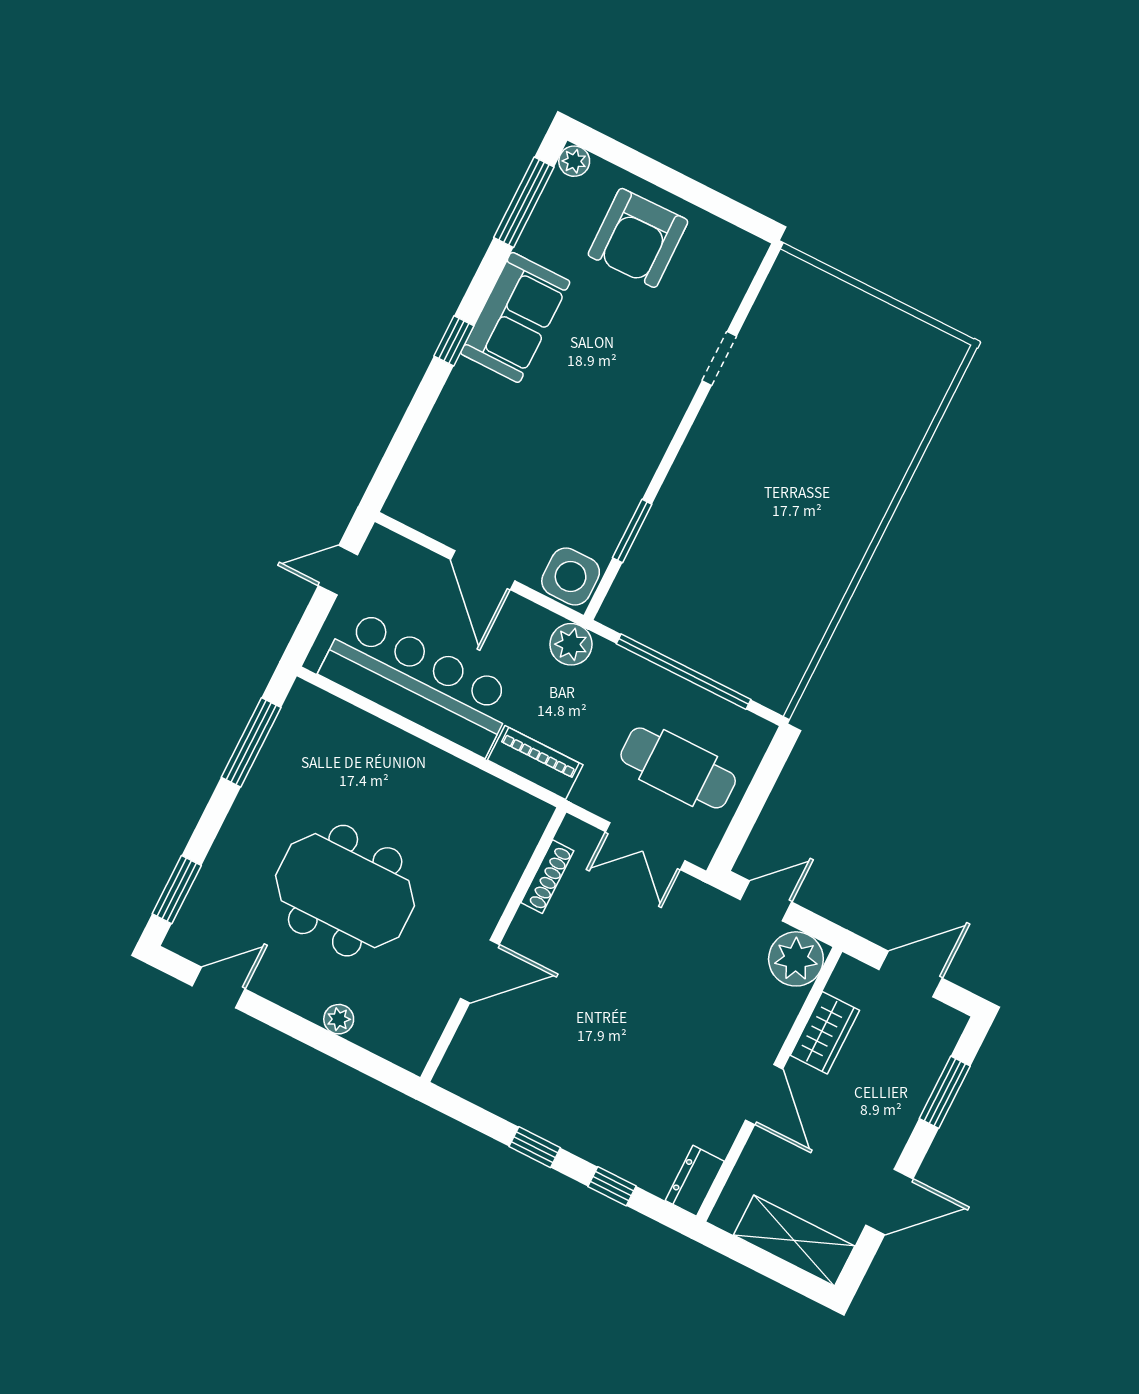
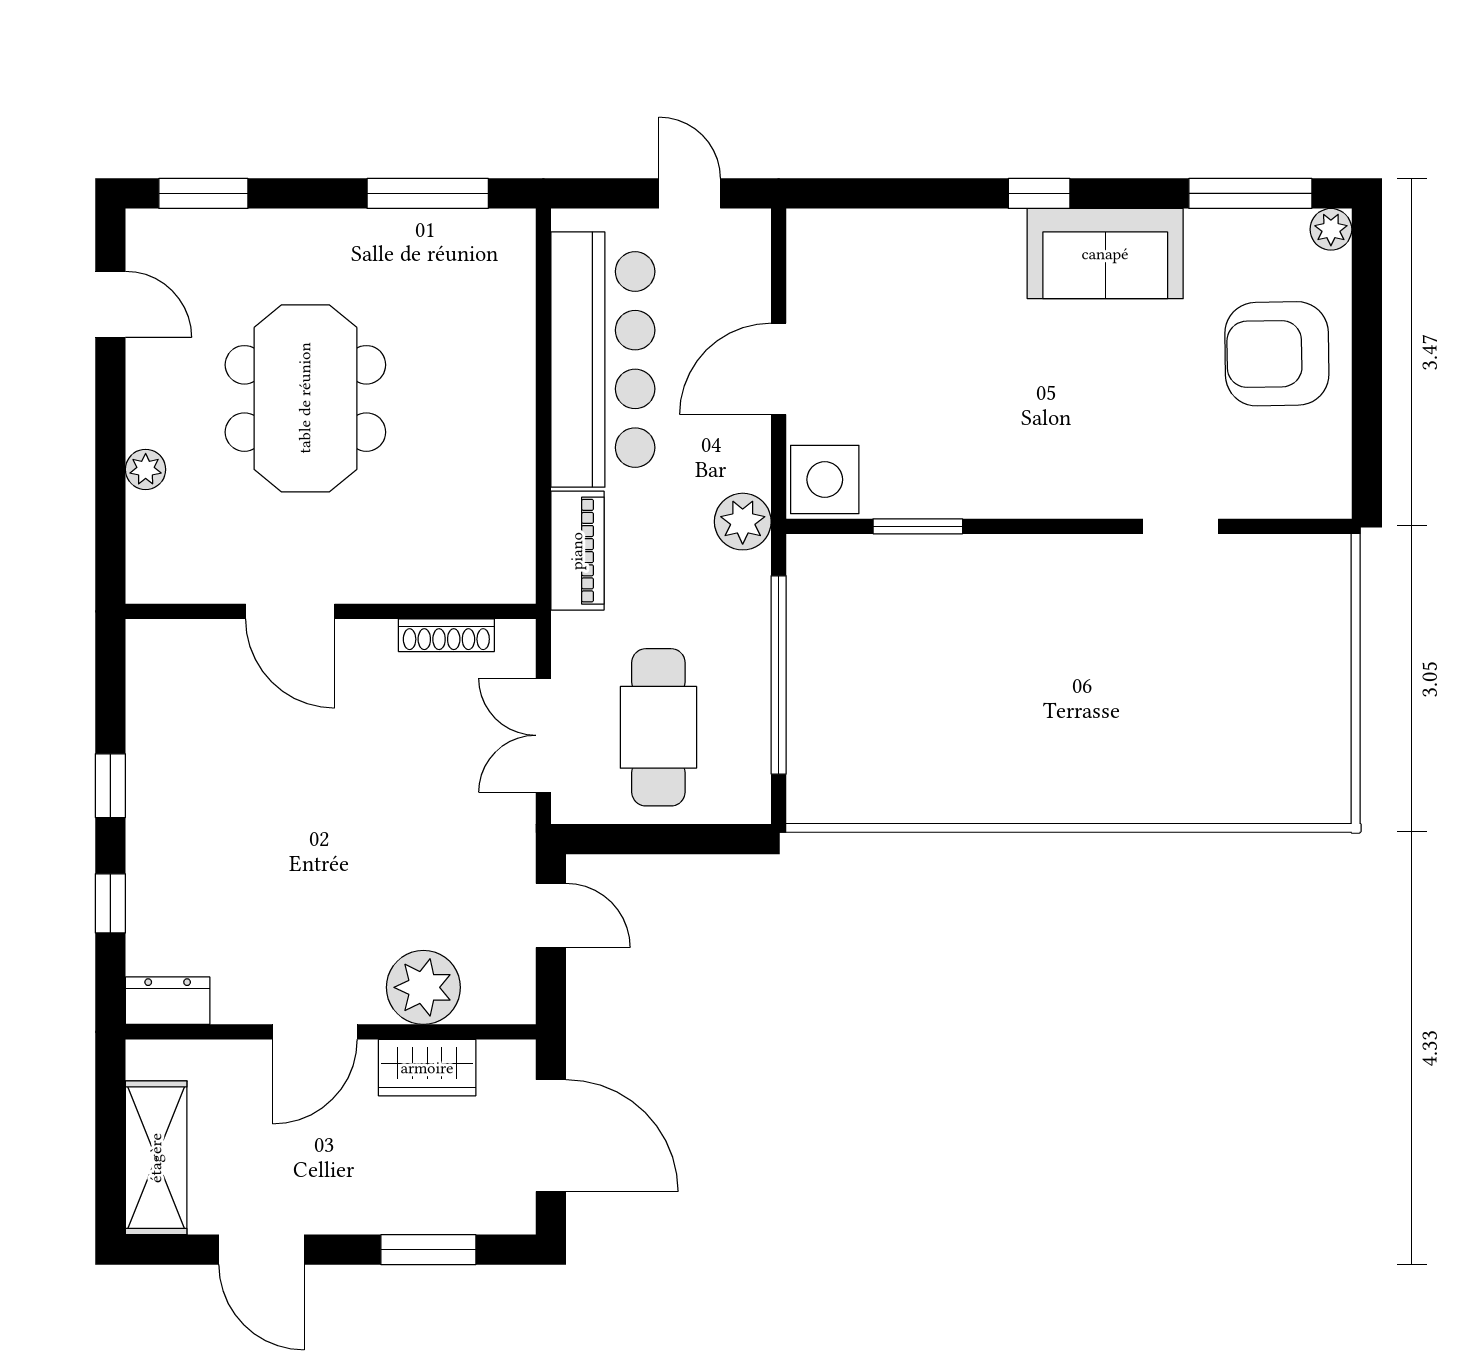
plant: (796, 959) -> (423, 987), moved
door: (911, 974) -> (551, 1136), width x1.36

